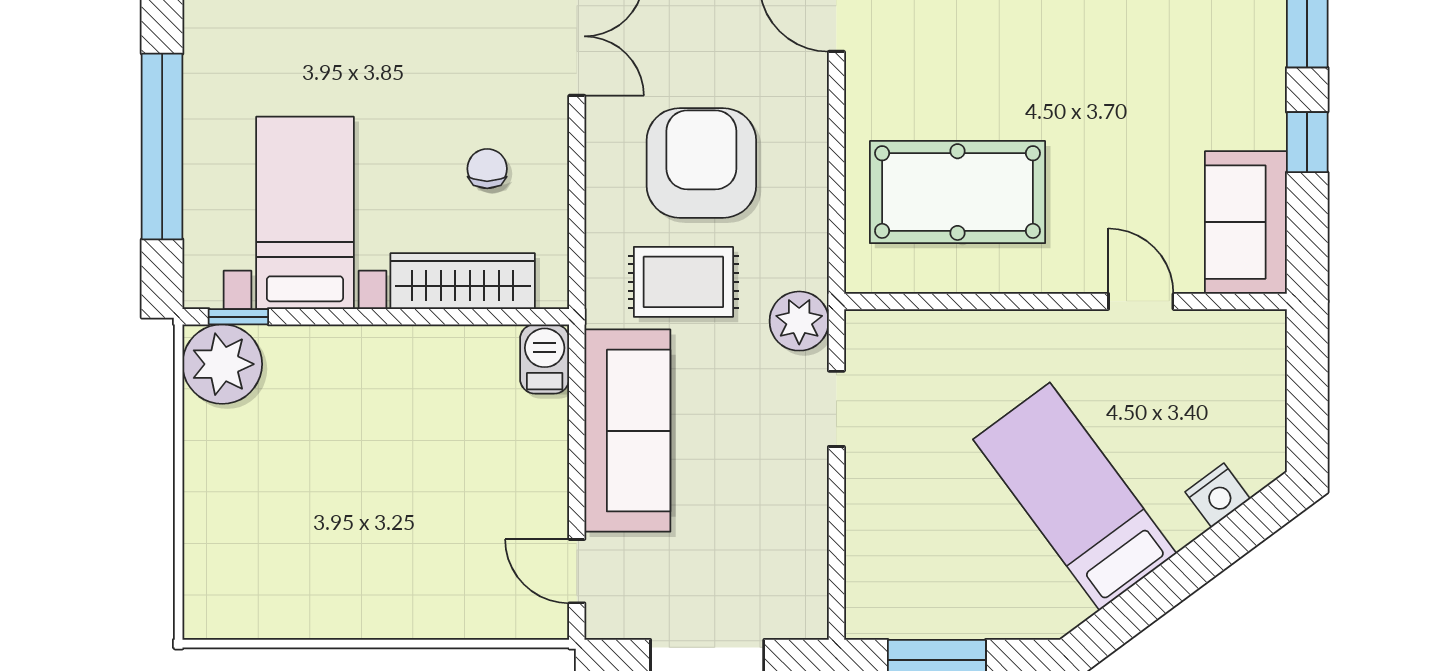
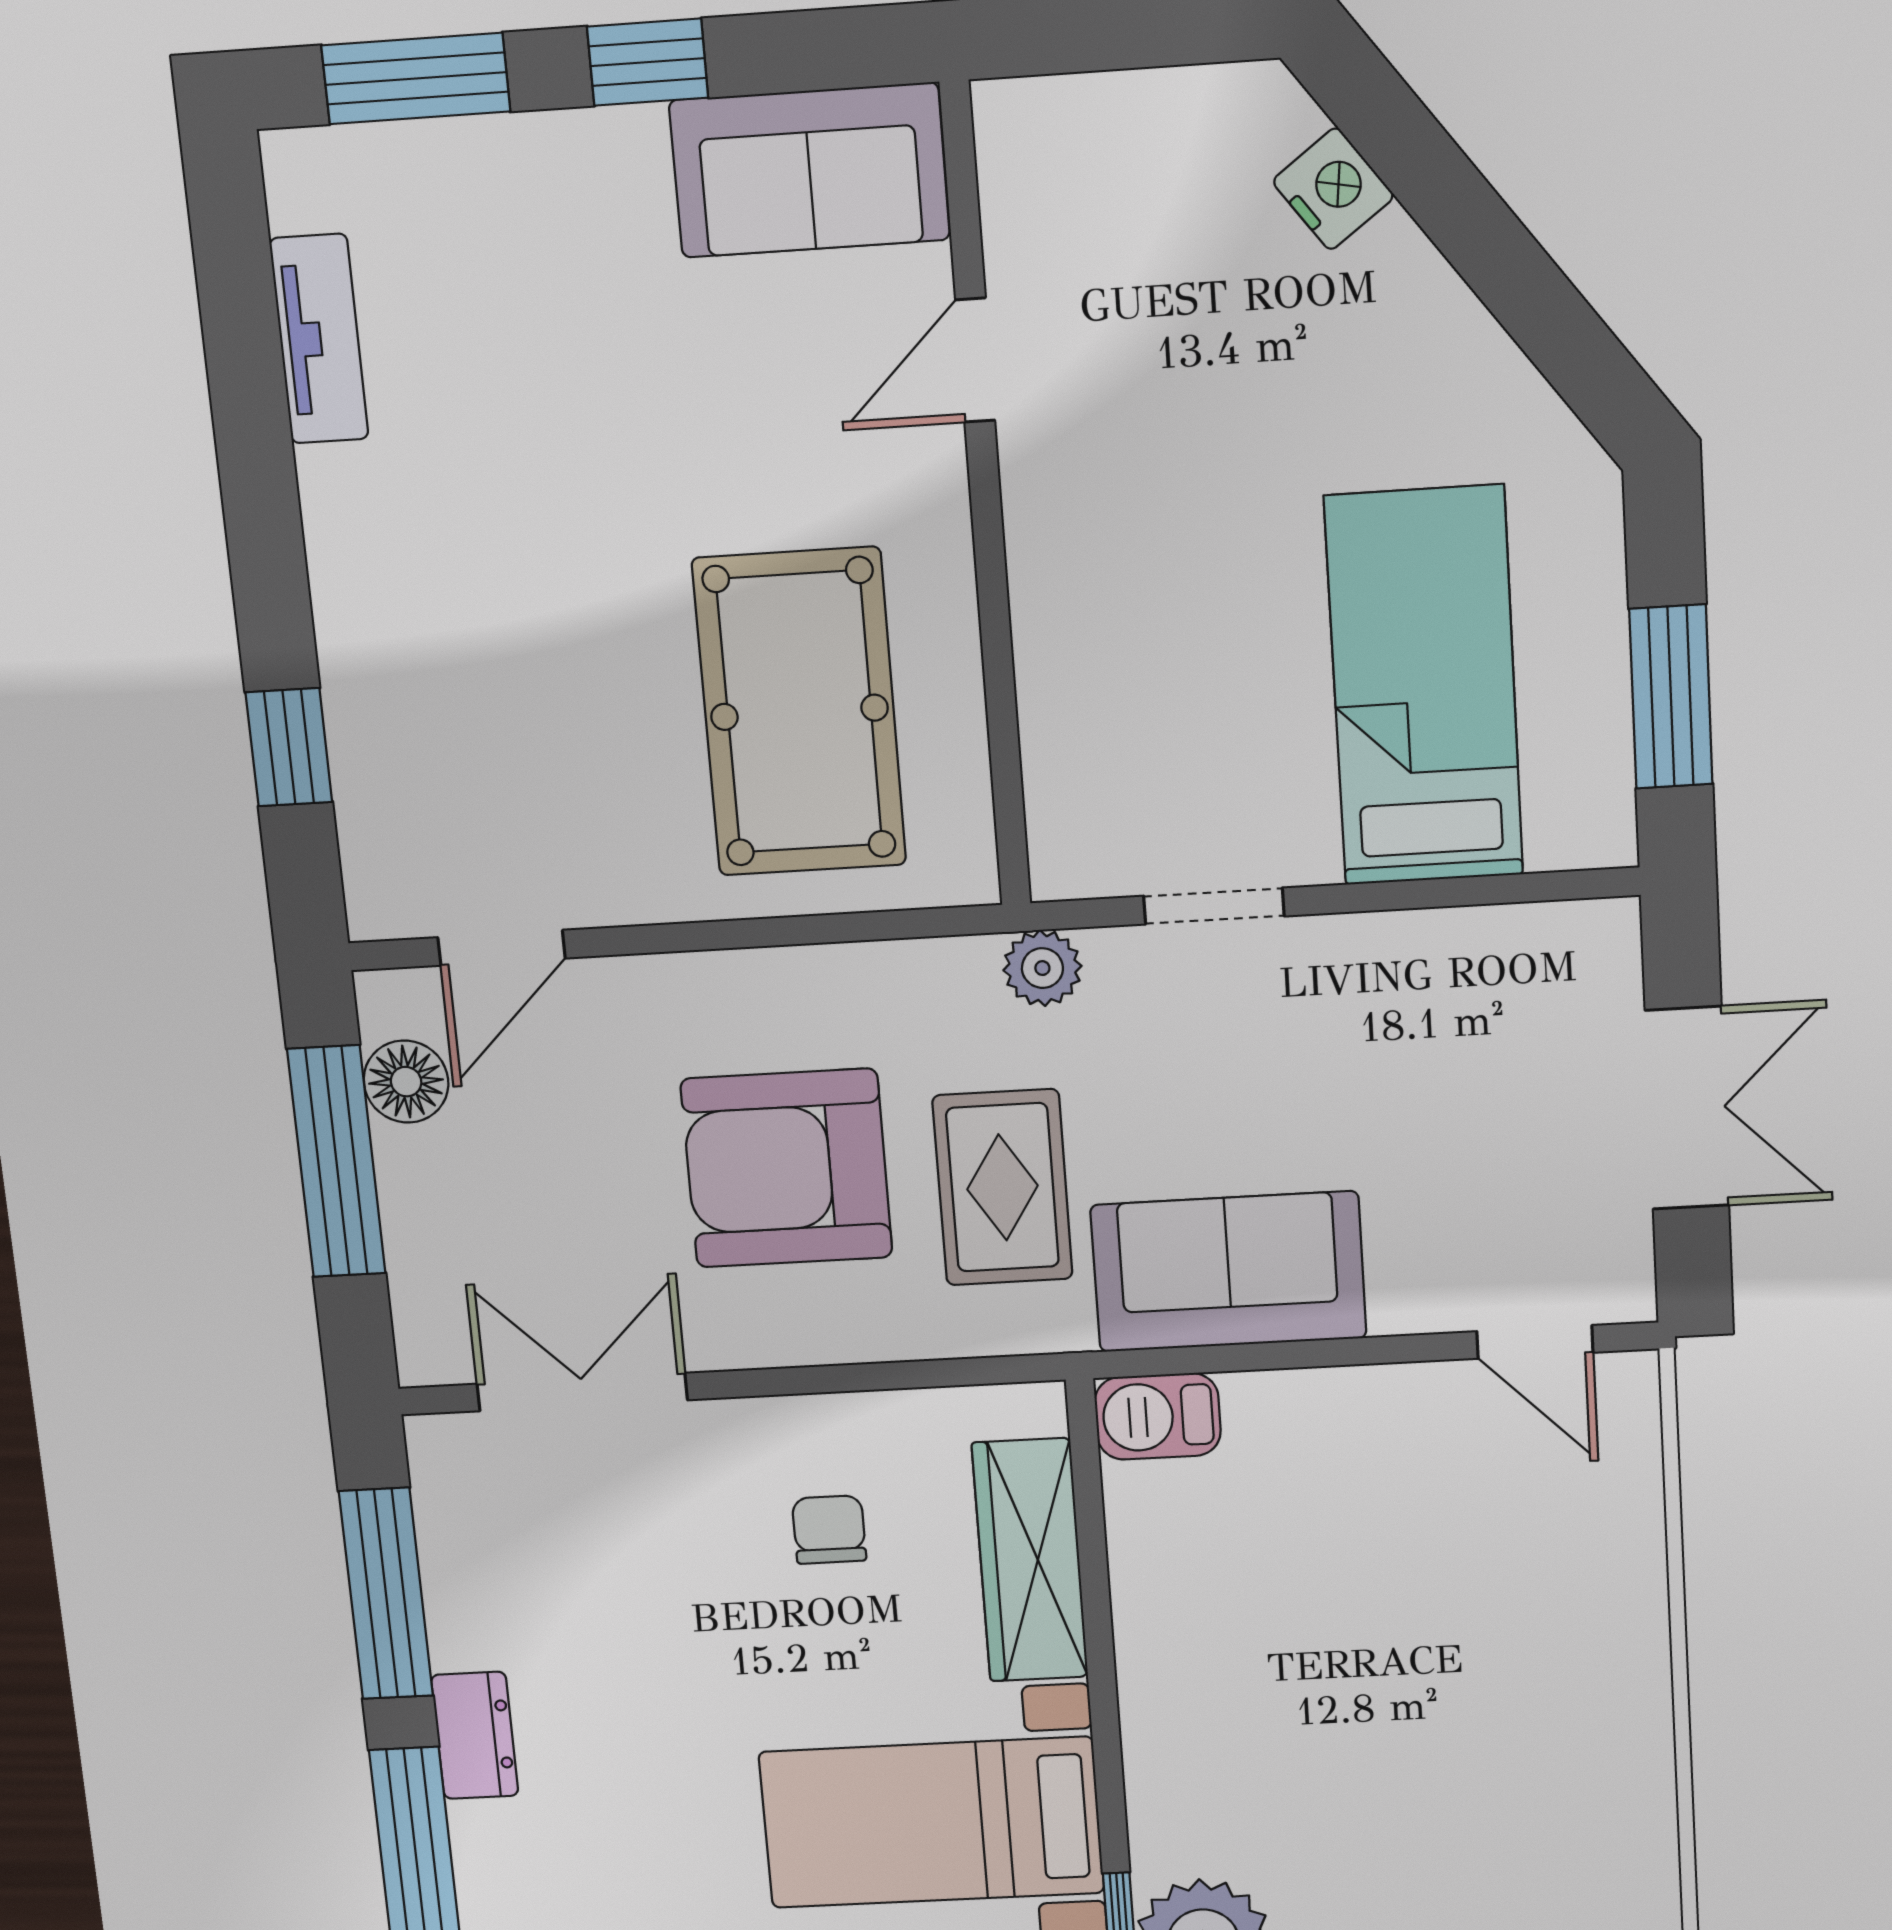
chair: (487, 169) -> (829, 1530), turned 90
plant: (799, 321) -> (1042, 968), width x0.73, depth x0.73
sofa: (627, 431) -> (1229, 1272), width x0.73
bed: (1075, 496) -> (1424, 687), moved, turned 127
door: (577, 571) -> (1535, 1342), hinge flipped

